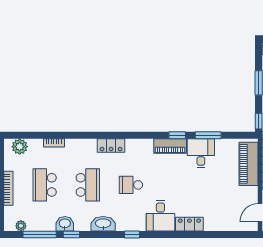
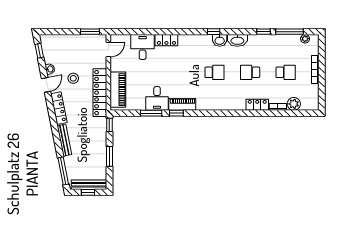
locker: (111, 146) -> (257, 105), moved
plant: (20, 147) -> (294, 104), moved
school desk: (45, 185) -> (286, 72), width x0.54
school desk: (88, 185) -> (250, 72), width x0.54
desk: (160, 216) -> (143, 47), moved
washbasin: (65, 224) -> (220, 40), moved

